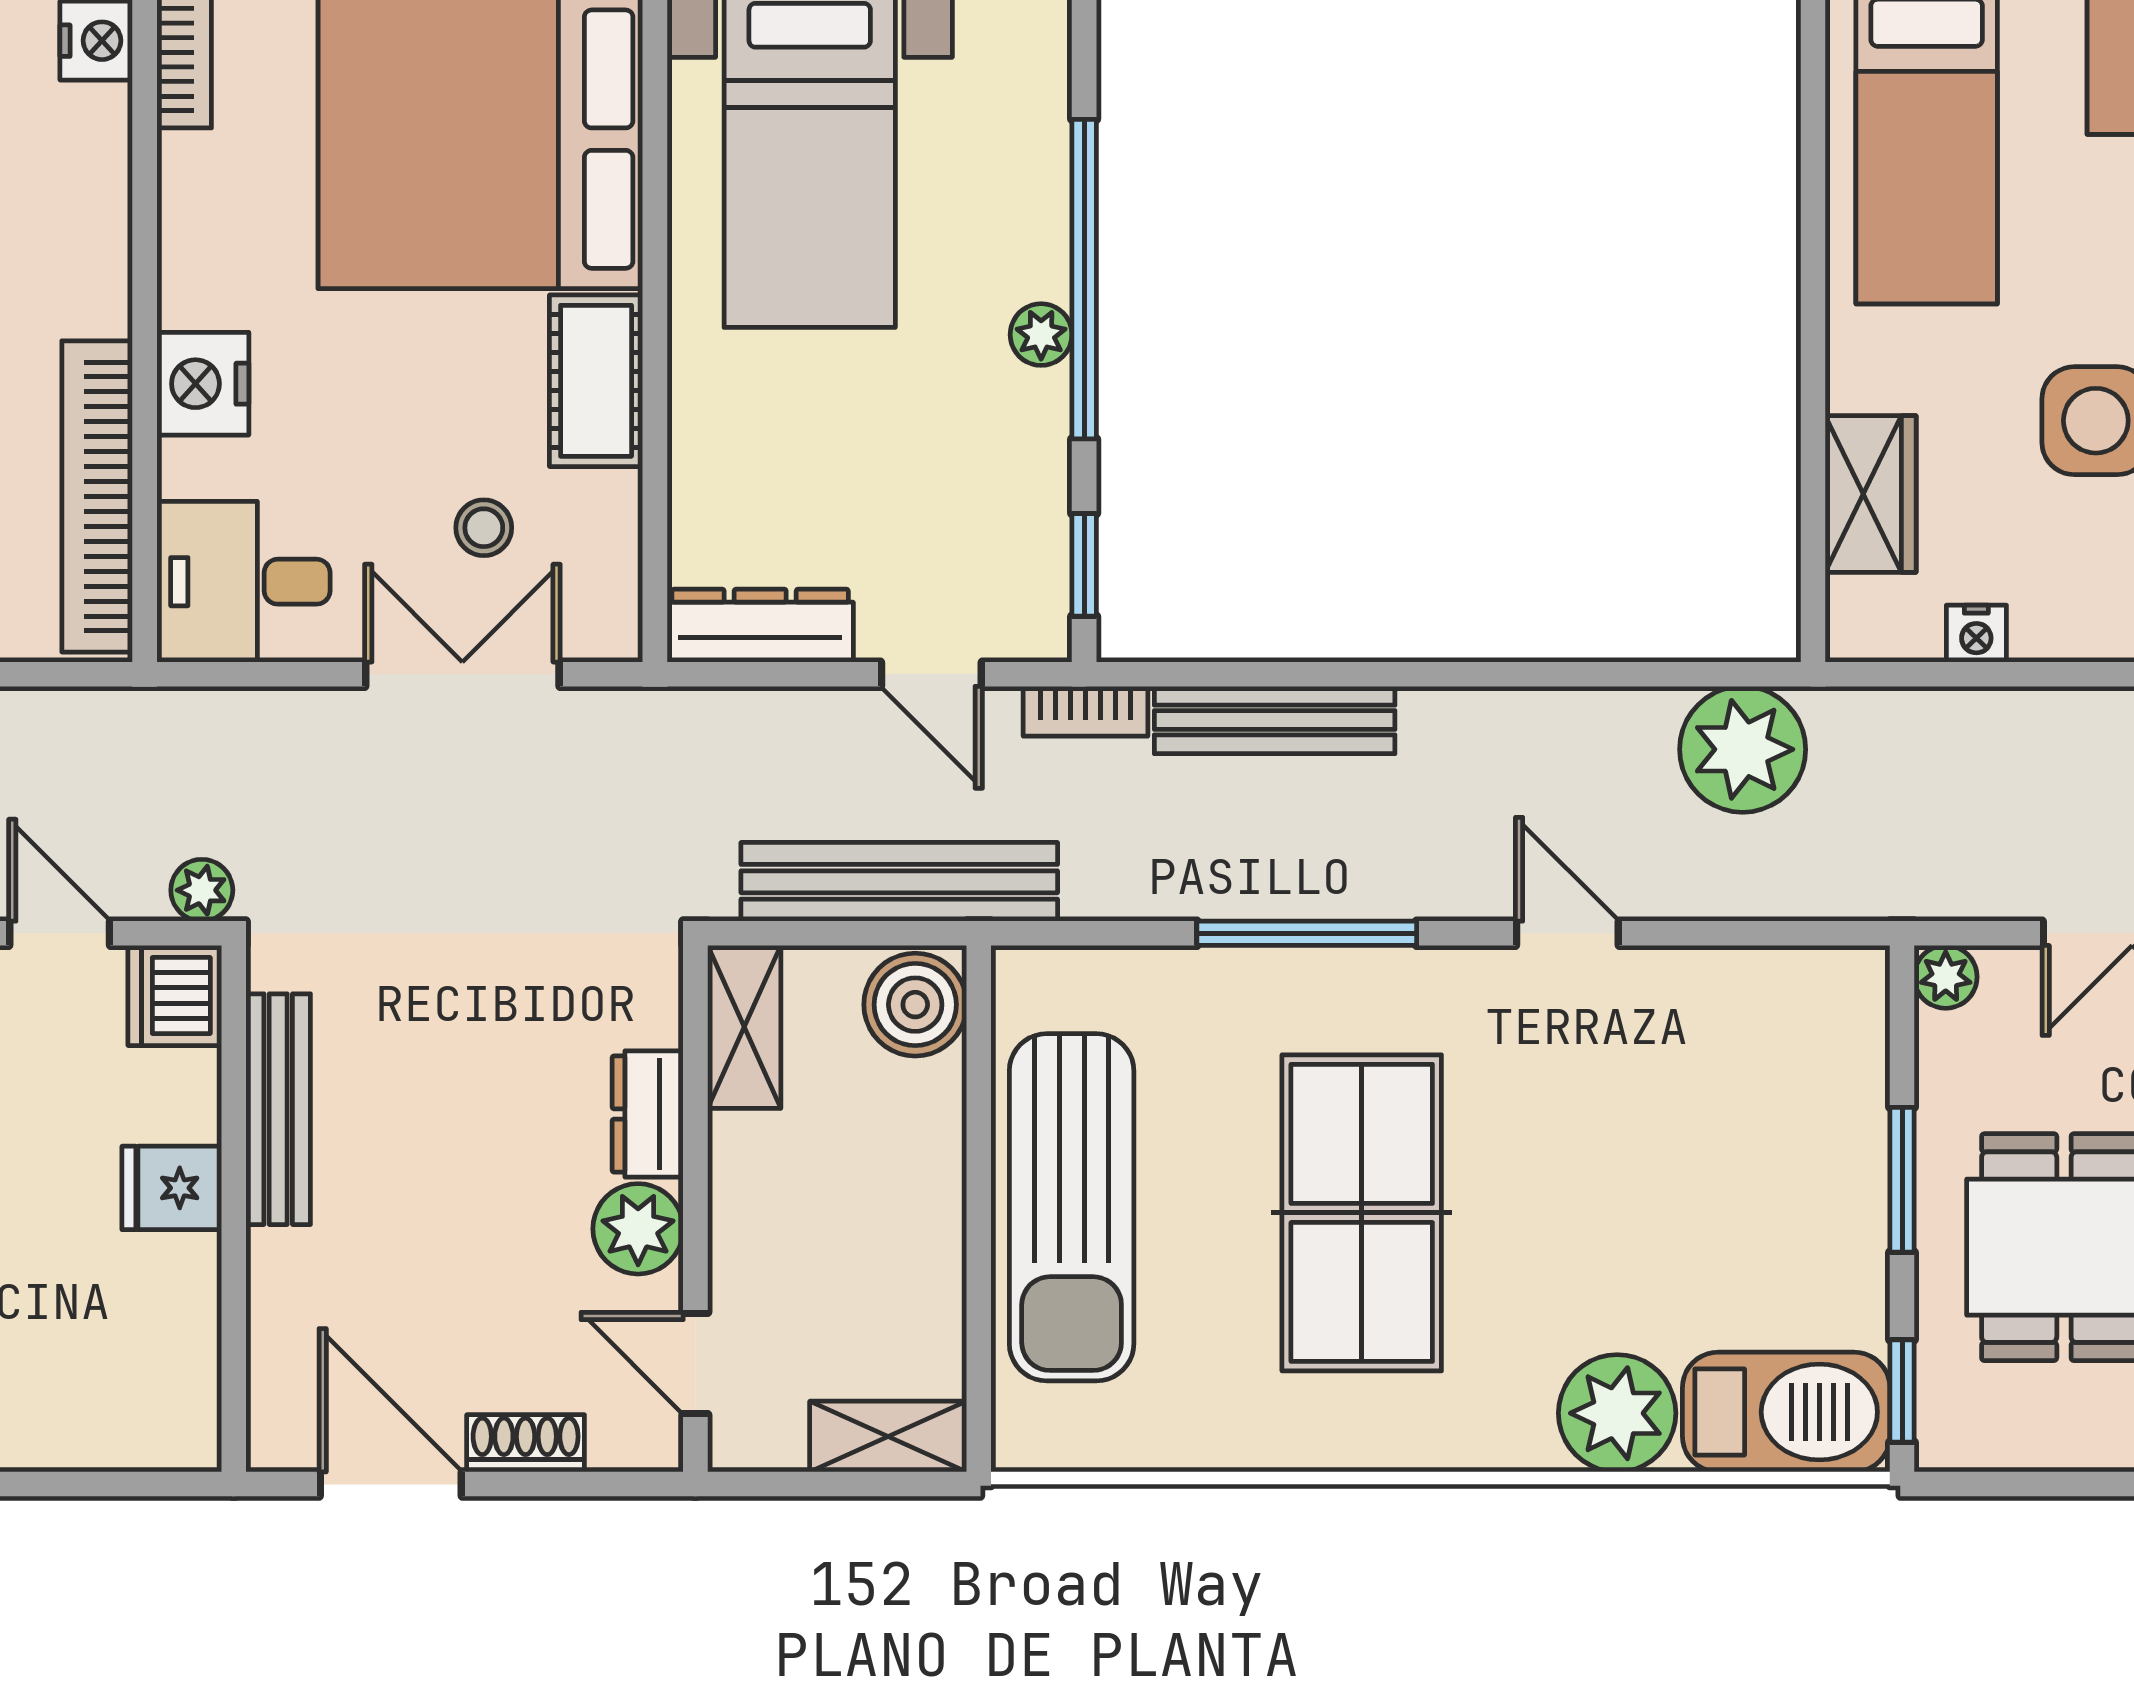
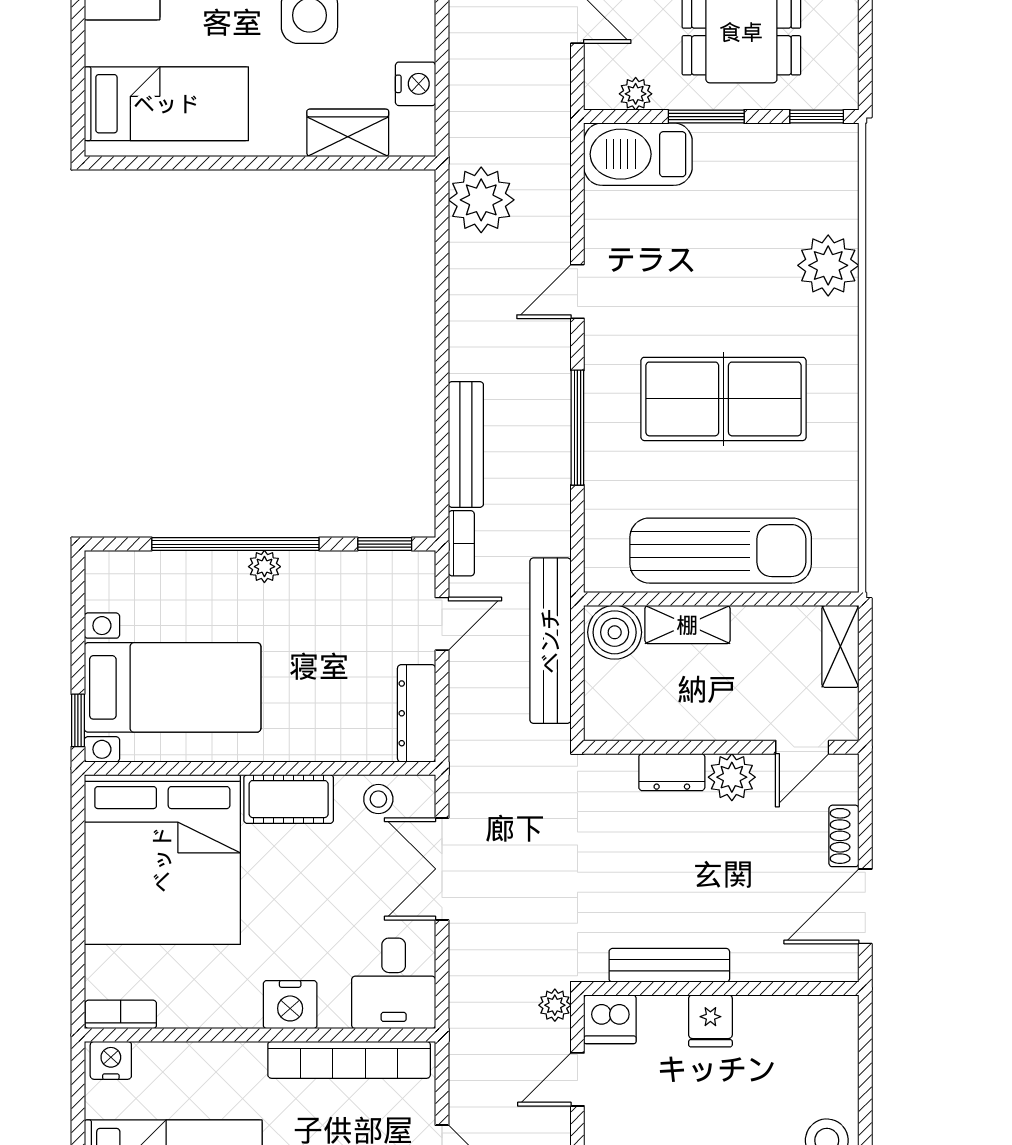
stool: (484, 528) -> (378, 799), moved
nightstand: (1976, 634) -> (416, 84), width x1.39, depth x1.35
plant: (1946, 977) -> (636, 94), moved
shelving: (744, 1027) -> (687, 625), moved
barbecue: (1786, 1412) -> (638, 154), moved, turned -90

